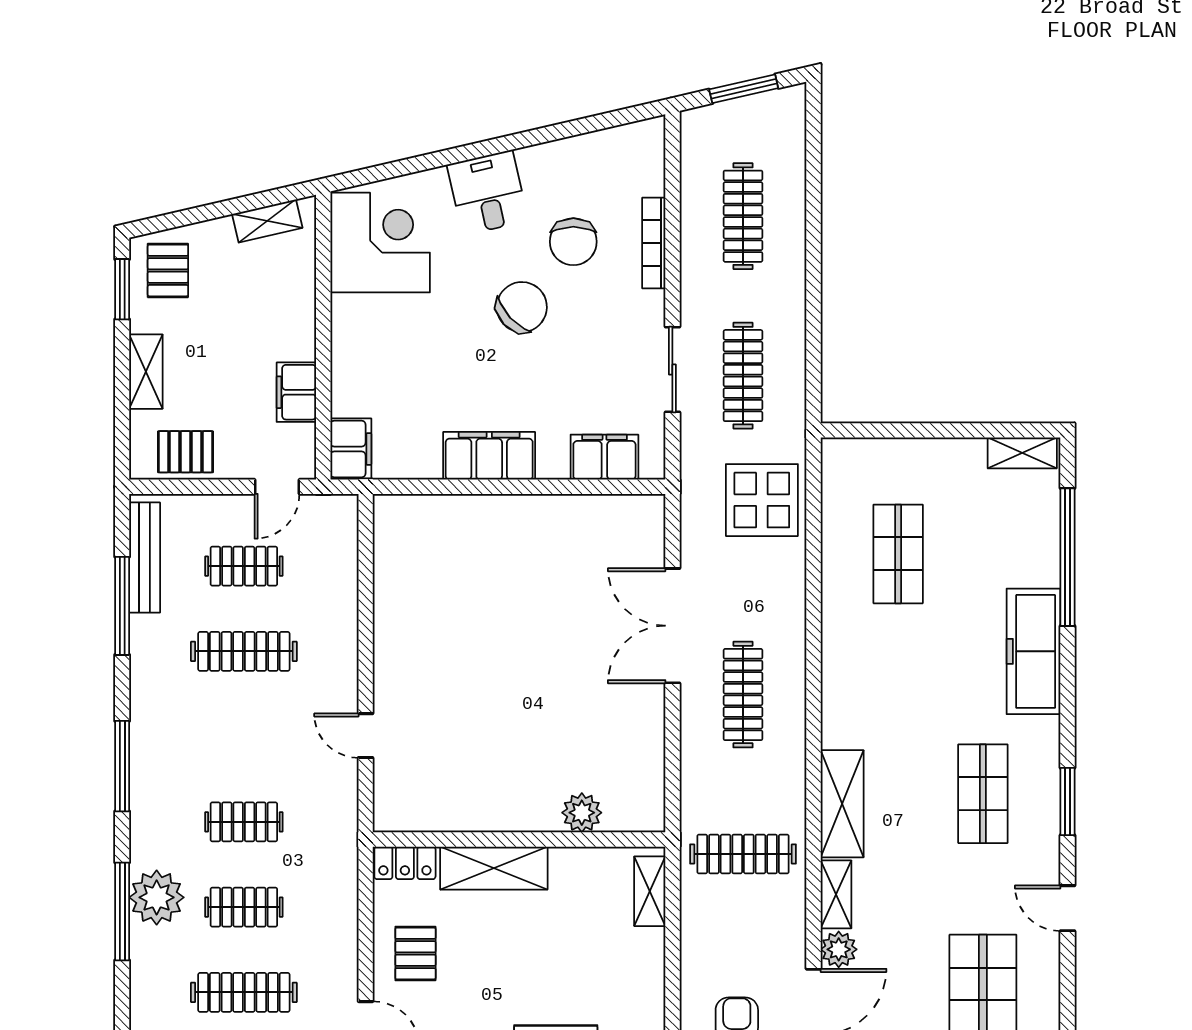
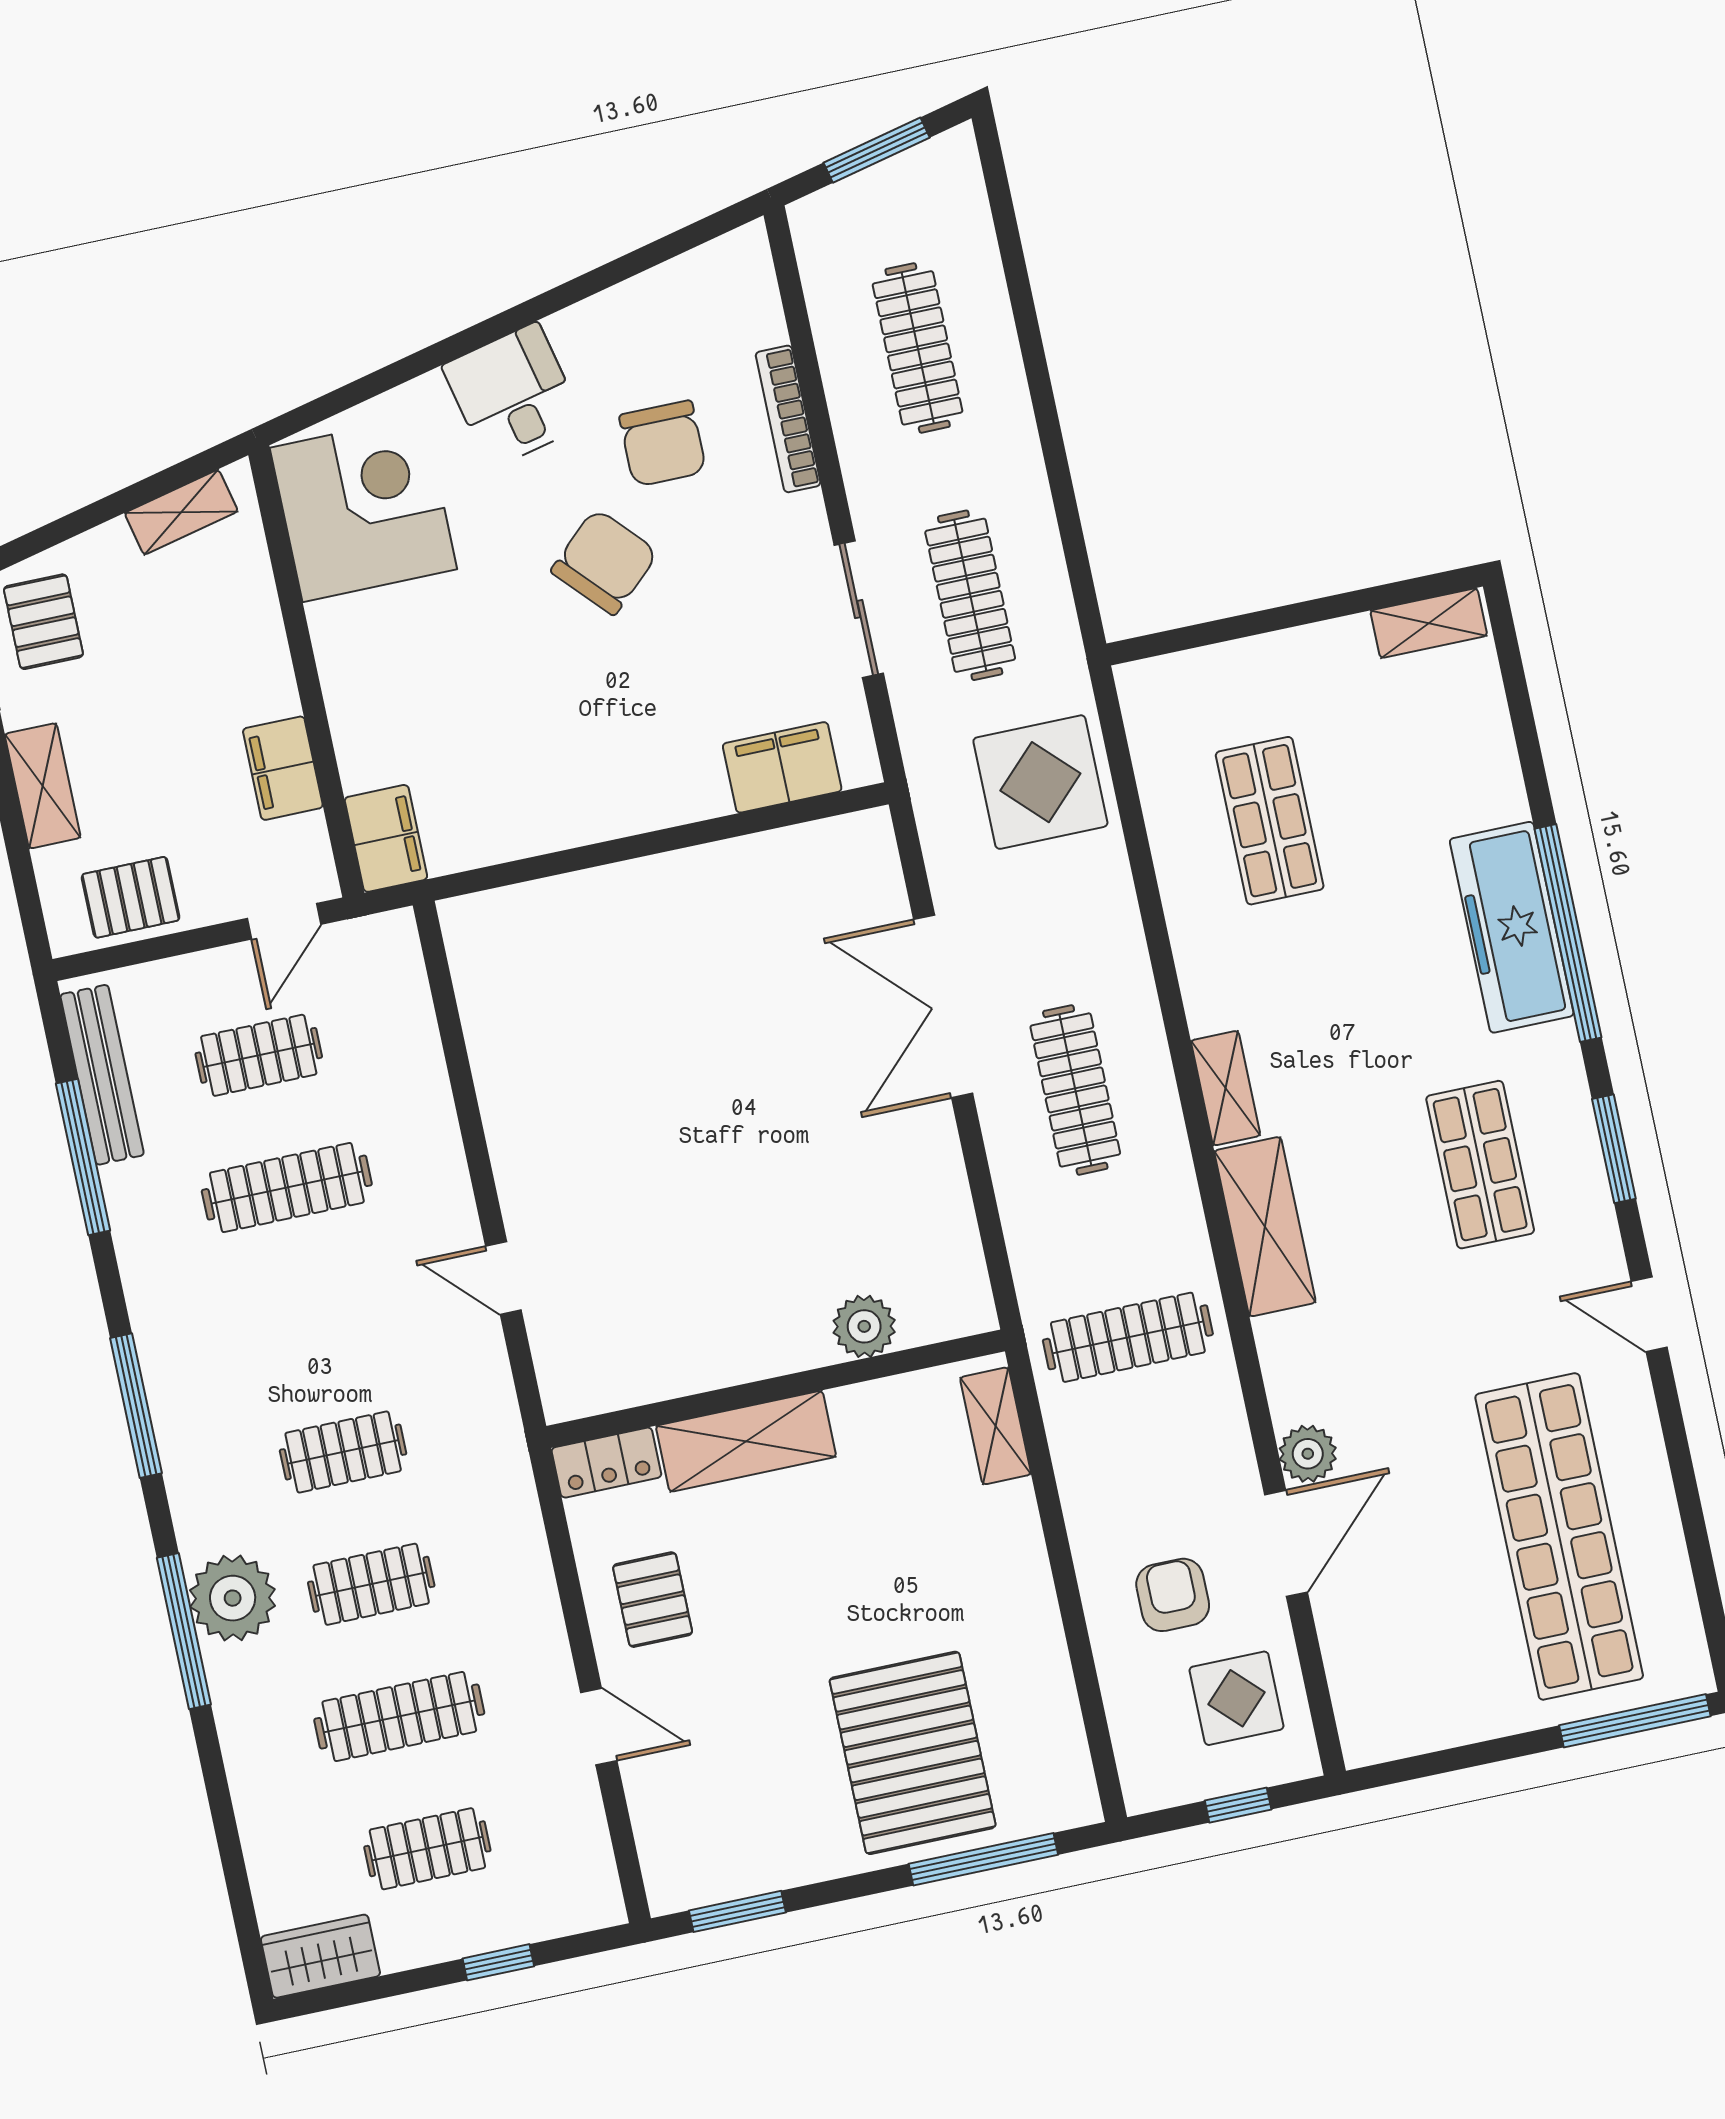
filing cabinet: (489, 456) -> (603, 803), removed
window: (1068, 557) -> (1568, 933), moved
shelving: (836, 894) -> (1226, 1088), moved

